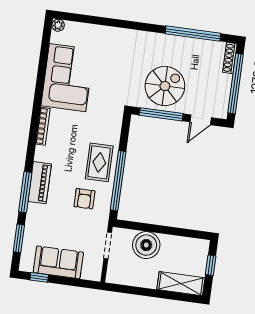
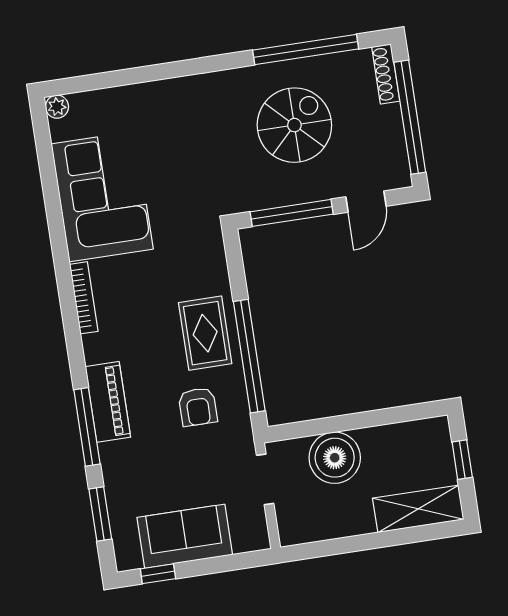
spiral stairs: (165, 86) -> (294, 125), moved

